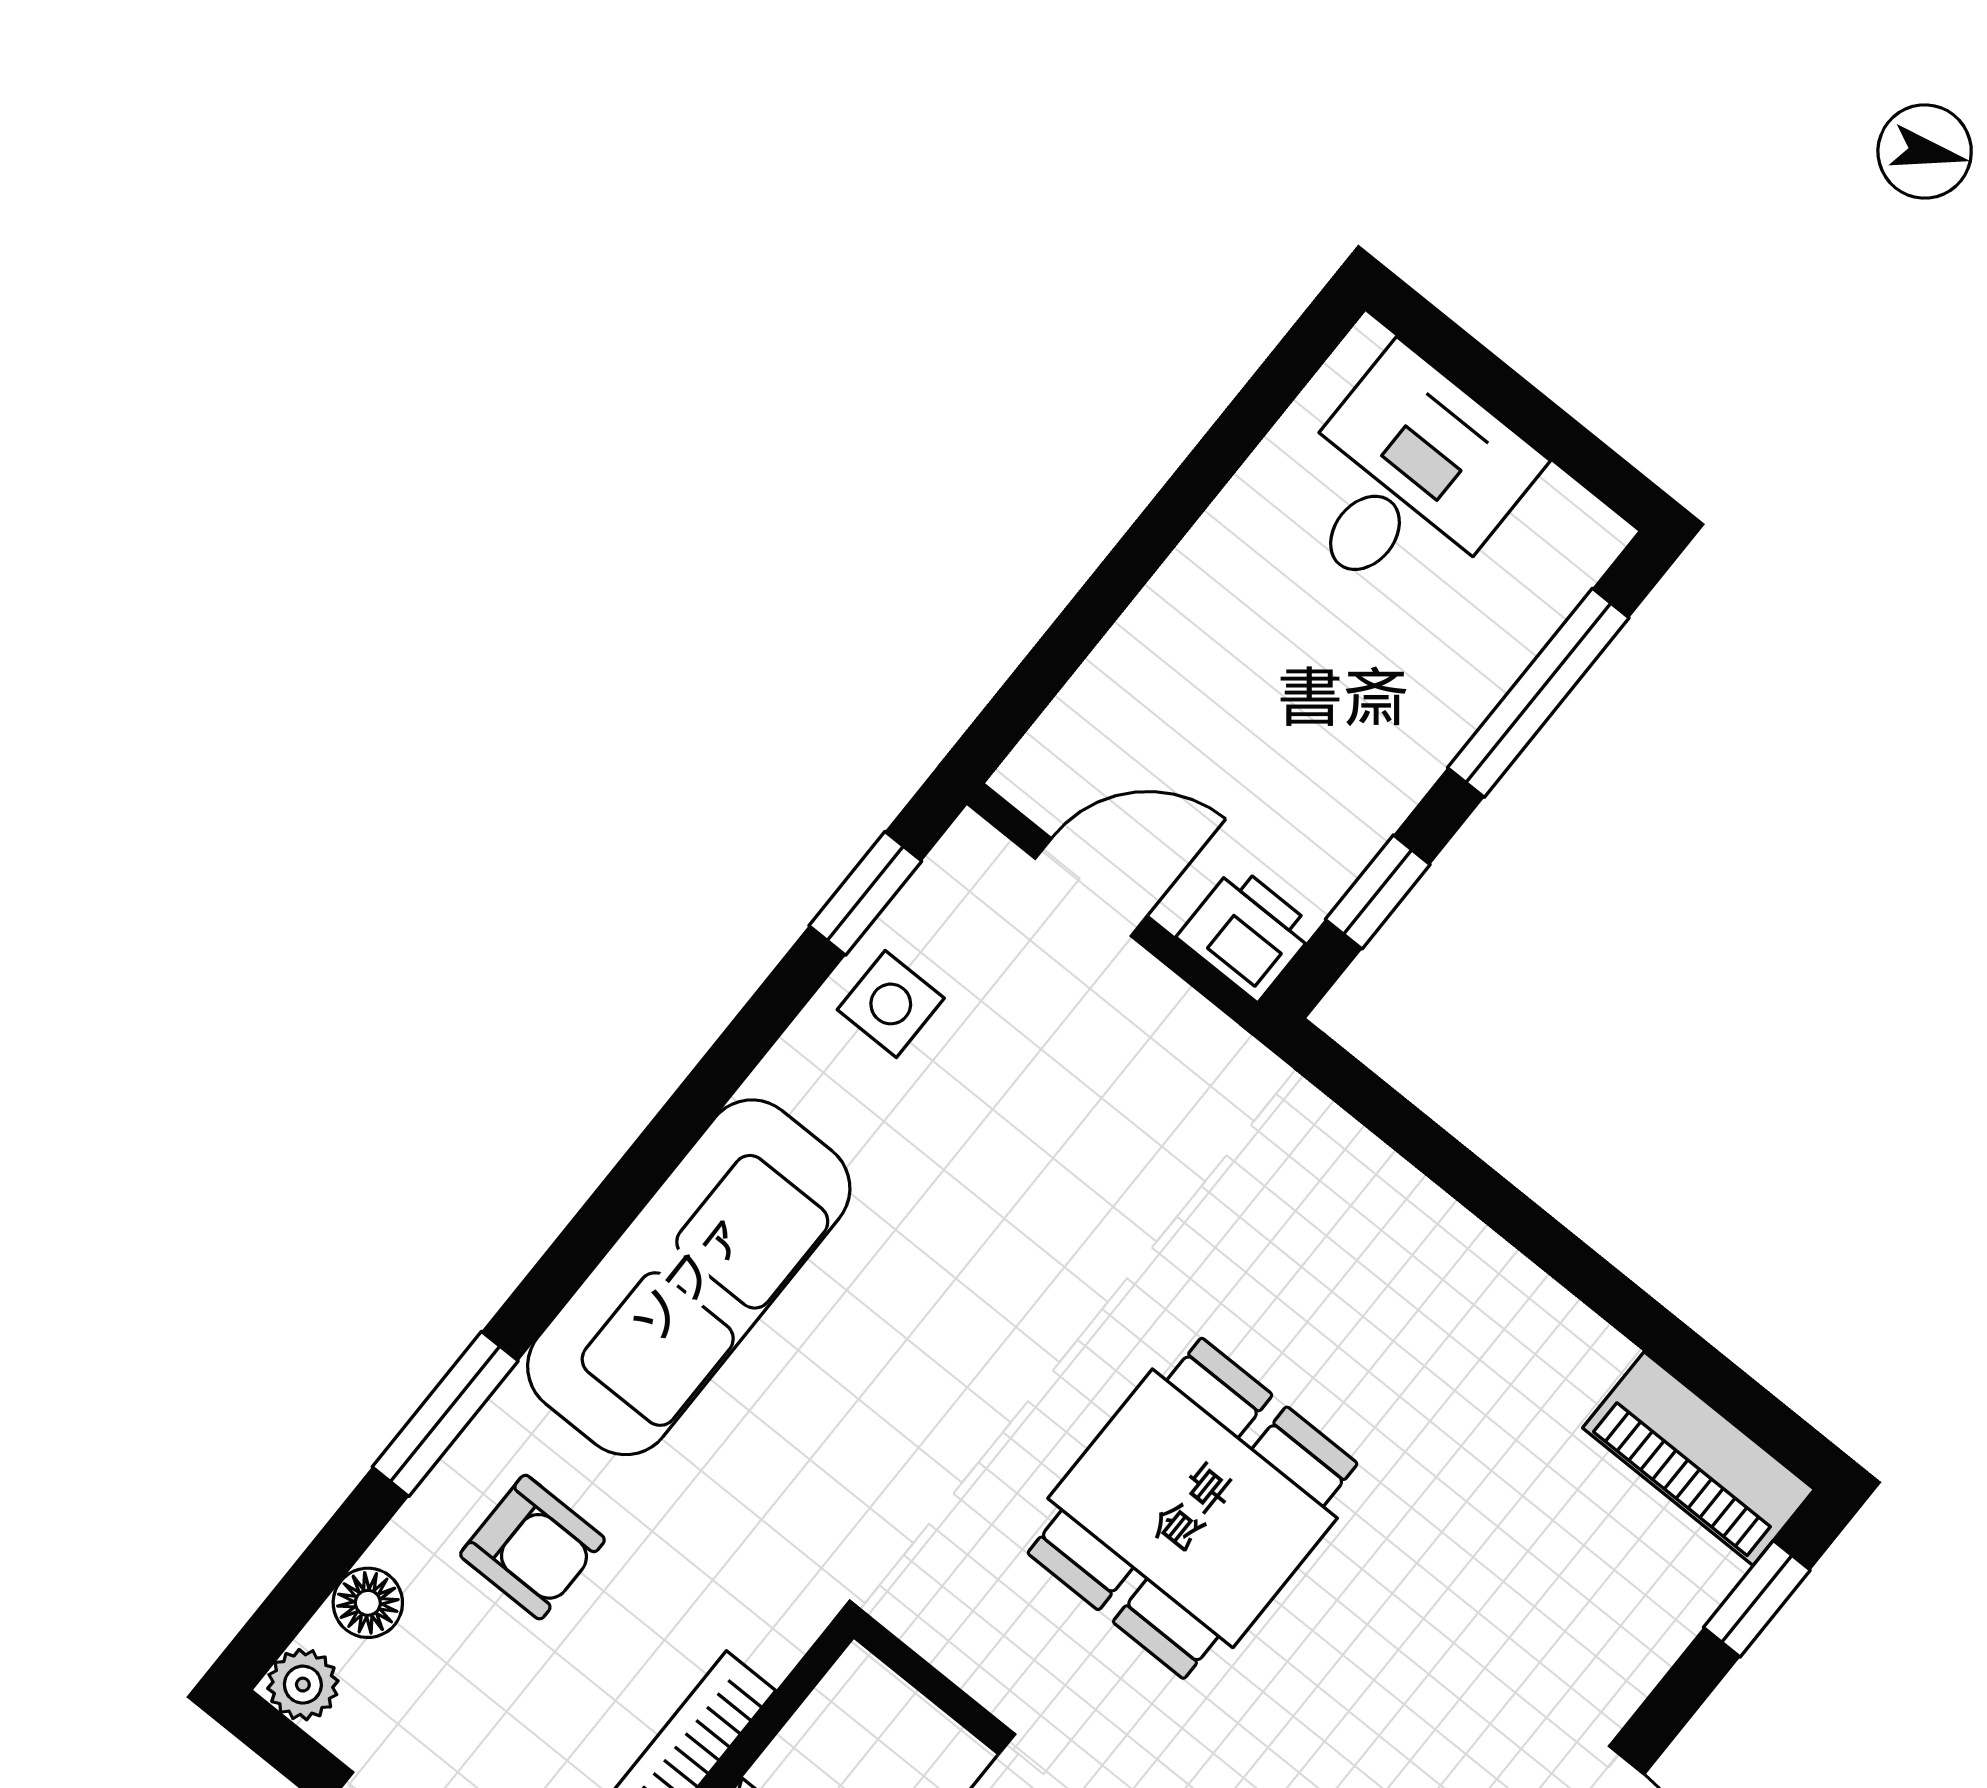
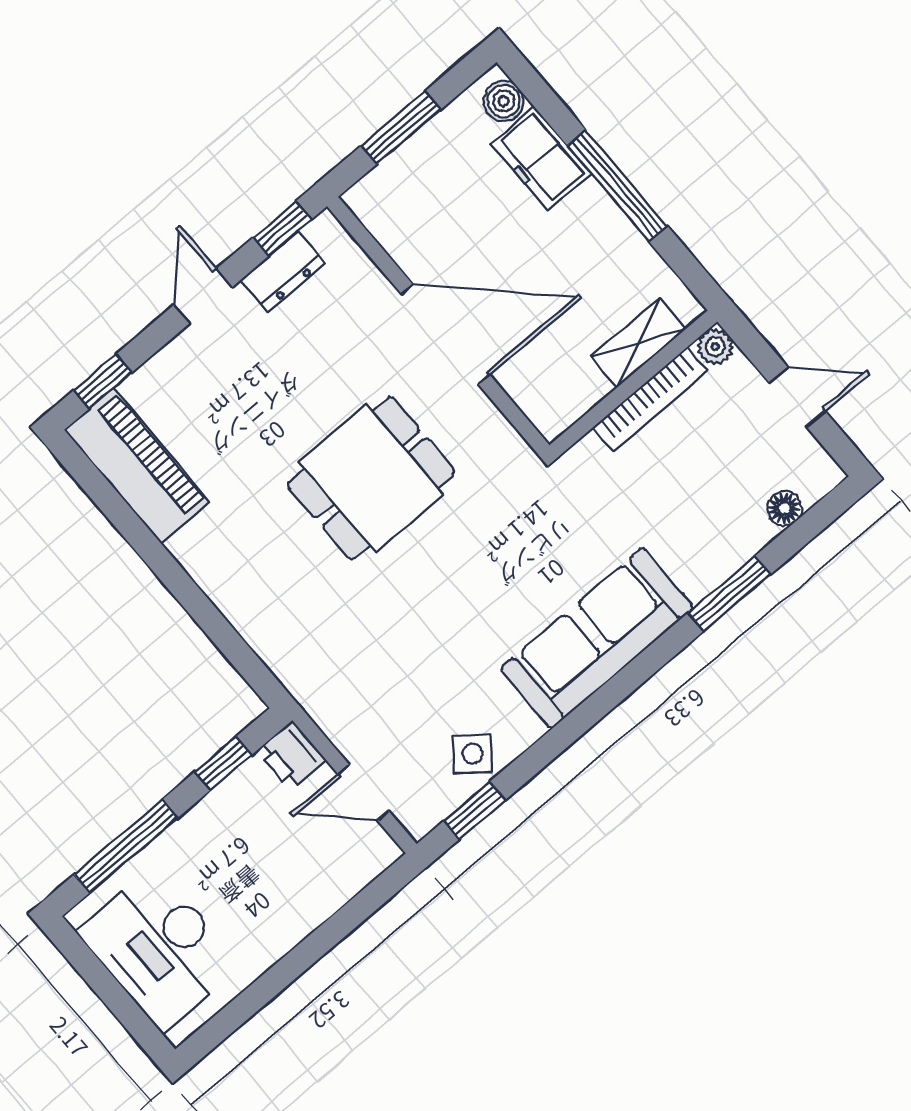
desk: (1407, 481) -> (159, 948), width x1.37
side table: (891, 1004) -> (472, 754), turned 38
piano: (1699, 1459) -> (137, 466), width x1.37, depth x1.33
armchair: (532, 1547) -> (699, 520), removed
plant: (303, 1685) -> (824, 474), removed

